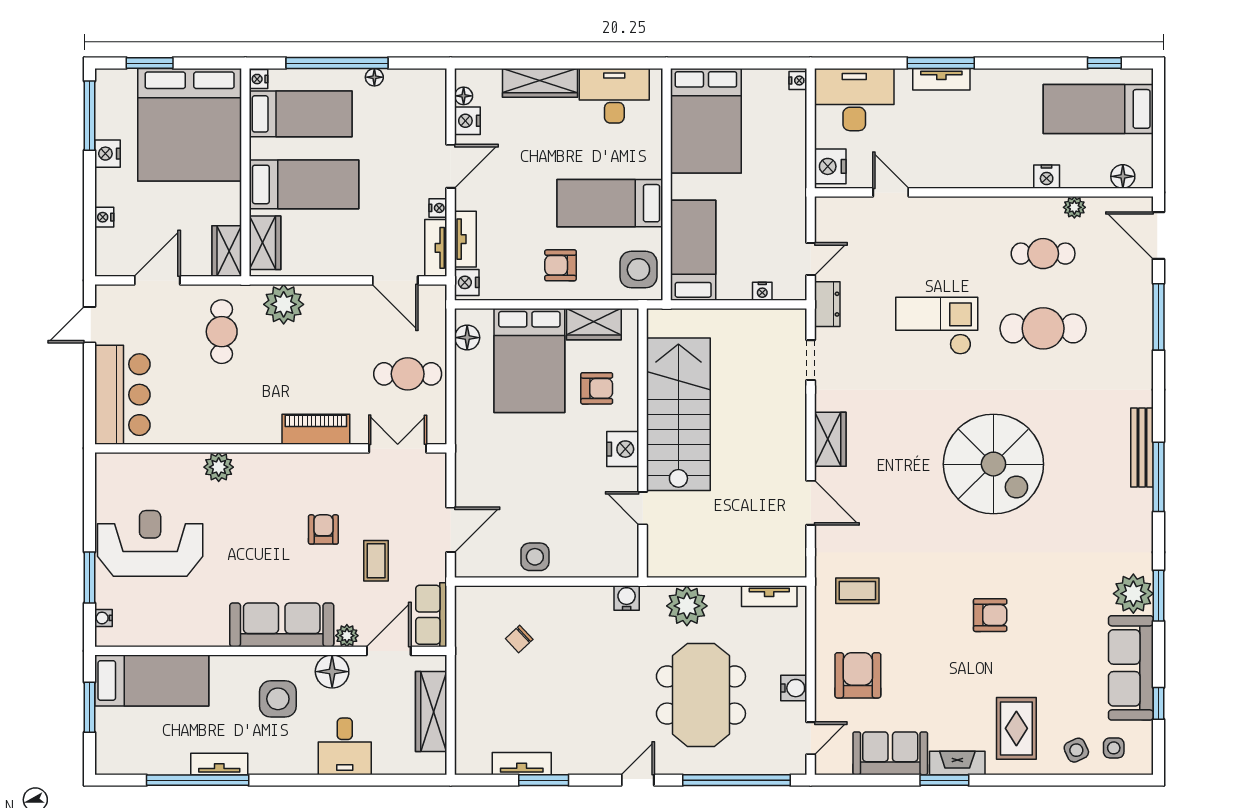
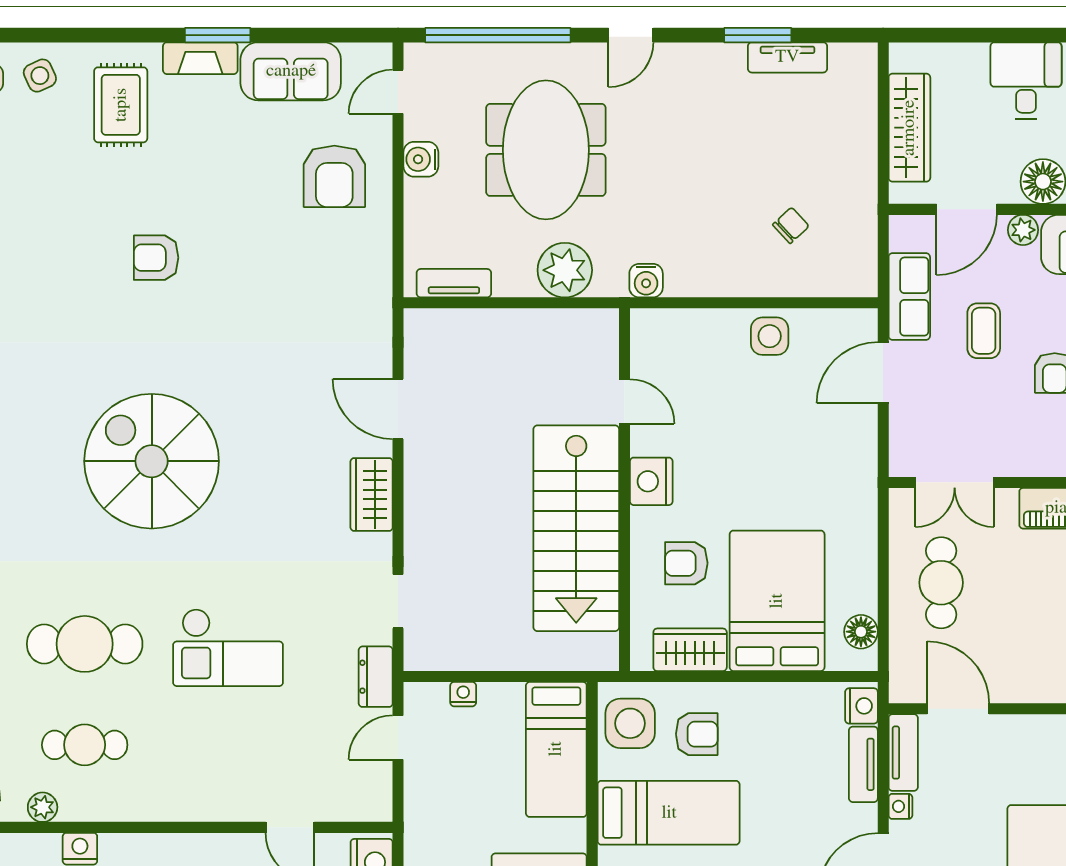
armchair: (560, 265) -> (697, 734), moved
cafe table: (408, 374) -> (941, 583), turned 90
coffee table: (857, 591) -> (335, 290), removed
row of seats: (431, 615) -> (909, 297), moved

